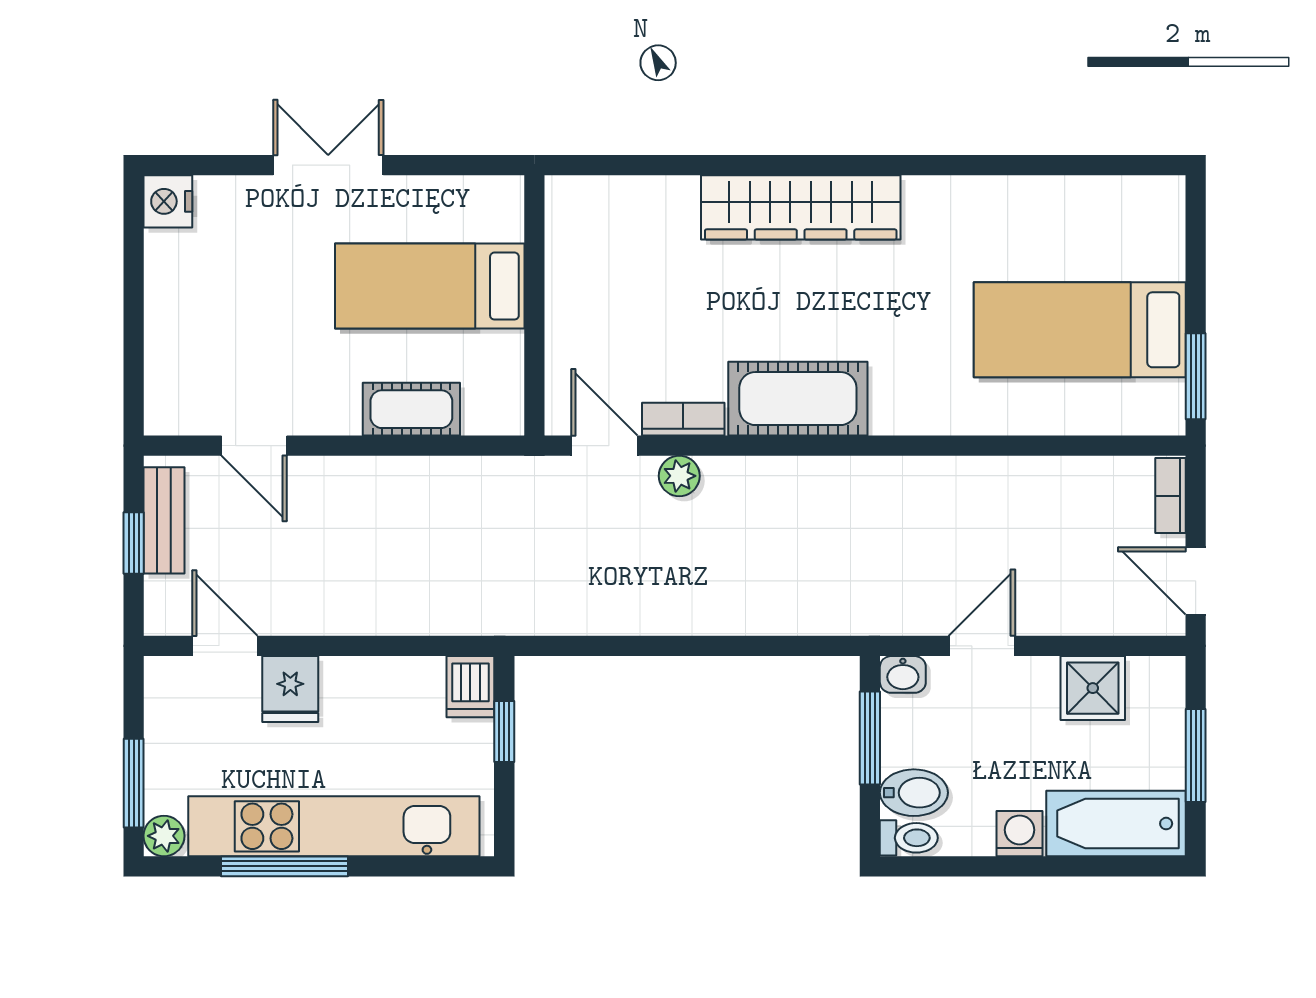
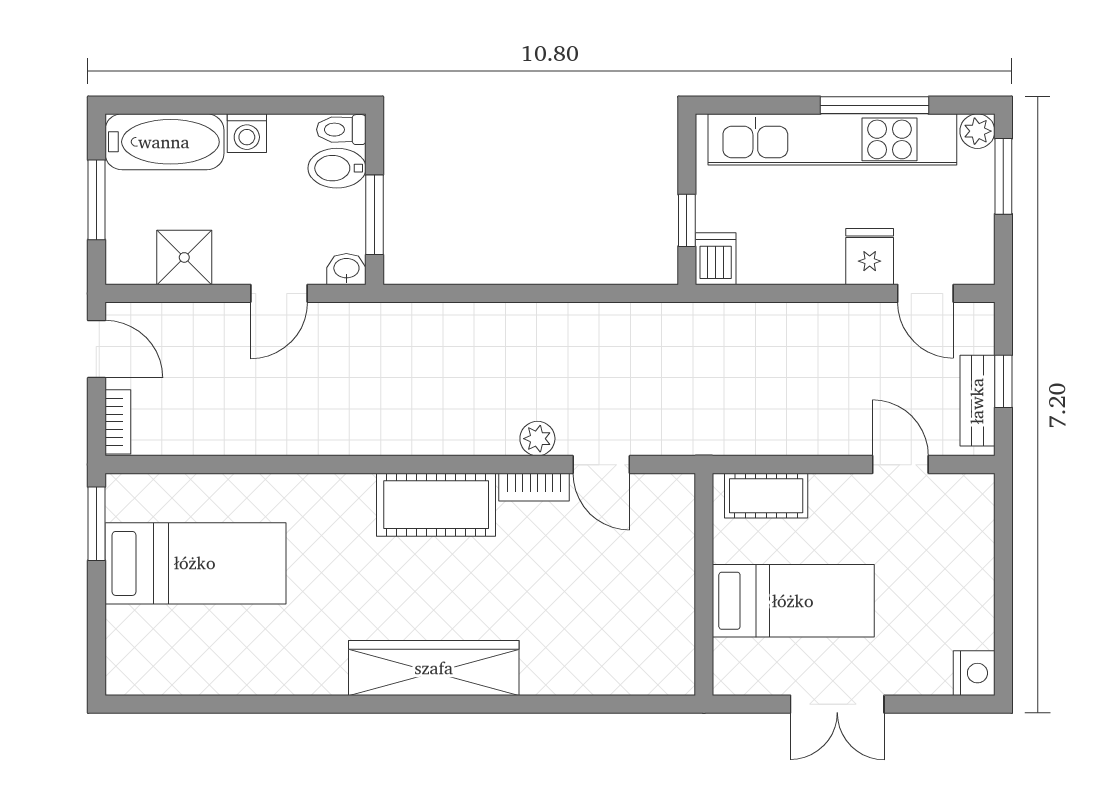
bed: (430, 286) -> (793, 601), moved
wall: (534, 305) -> (704, 584), moved

